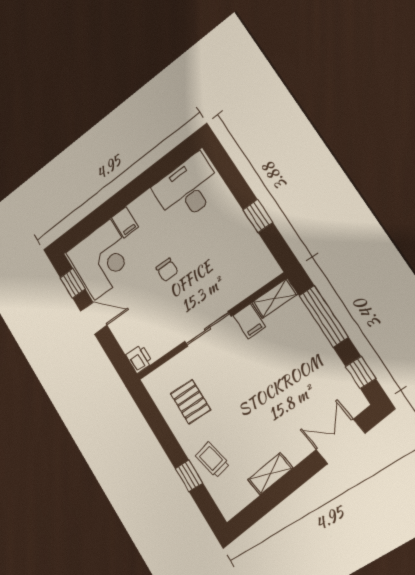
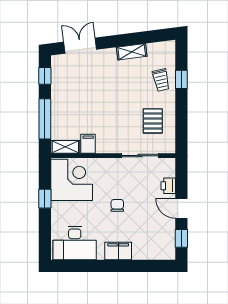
filing cabinet: (125, 222) -> (118, 251), width x2.00
corner desk: (102, 260) -> (72, 180), moved, turned 90
sliding door: (208, 329) -> (140, 156), moved
printer: (139, 359) -> (168, 186), moved
double door: (341, 441) -> (80, 46), swing flipped

